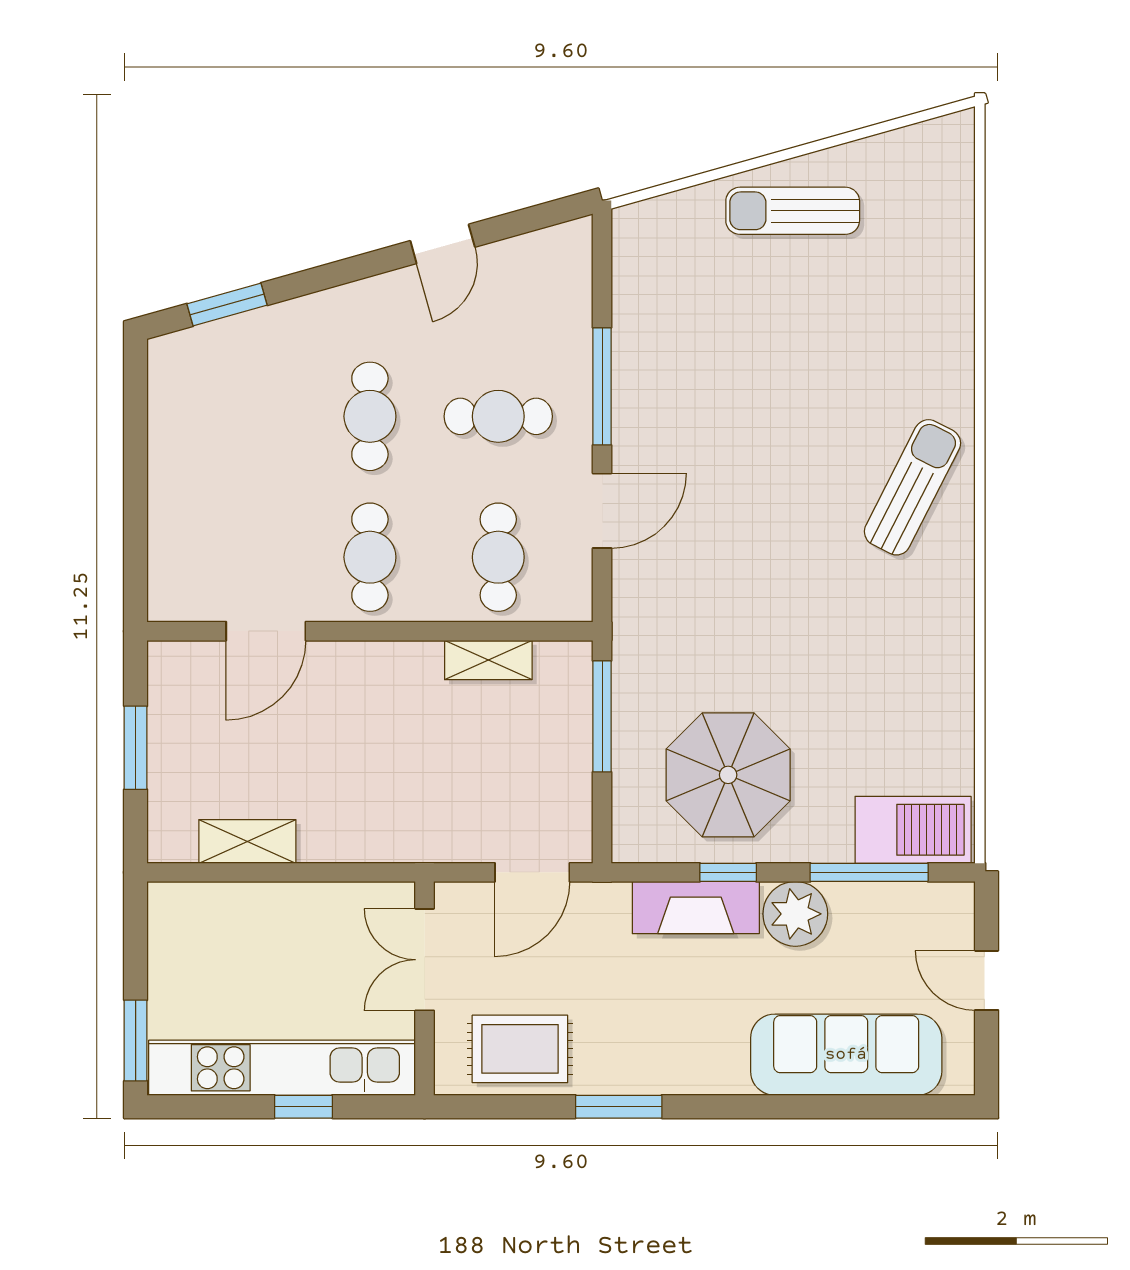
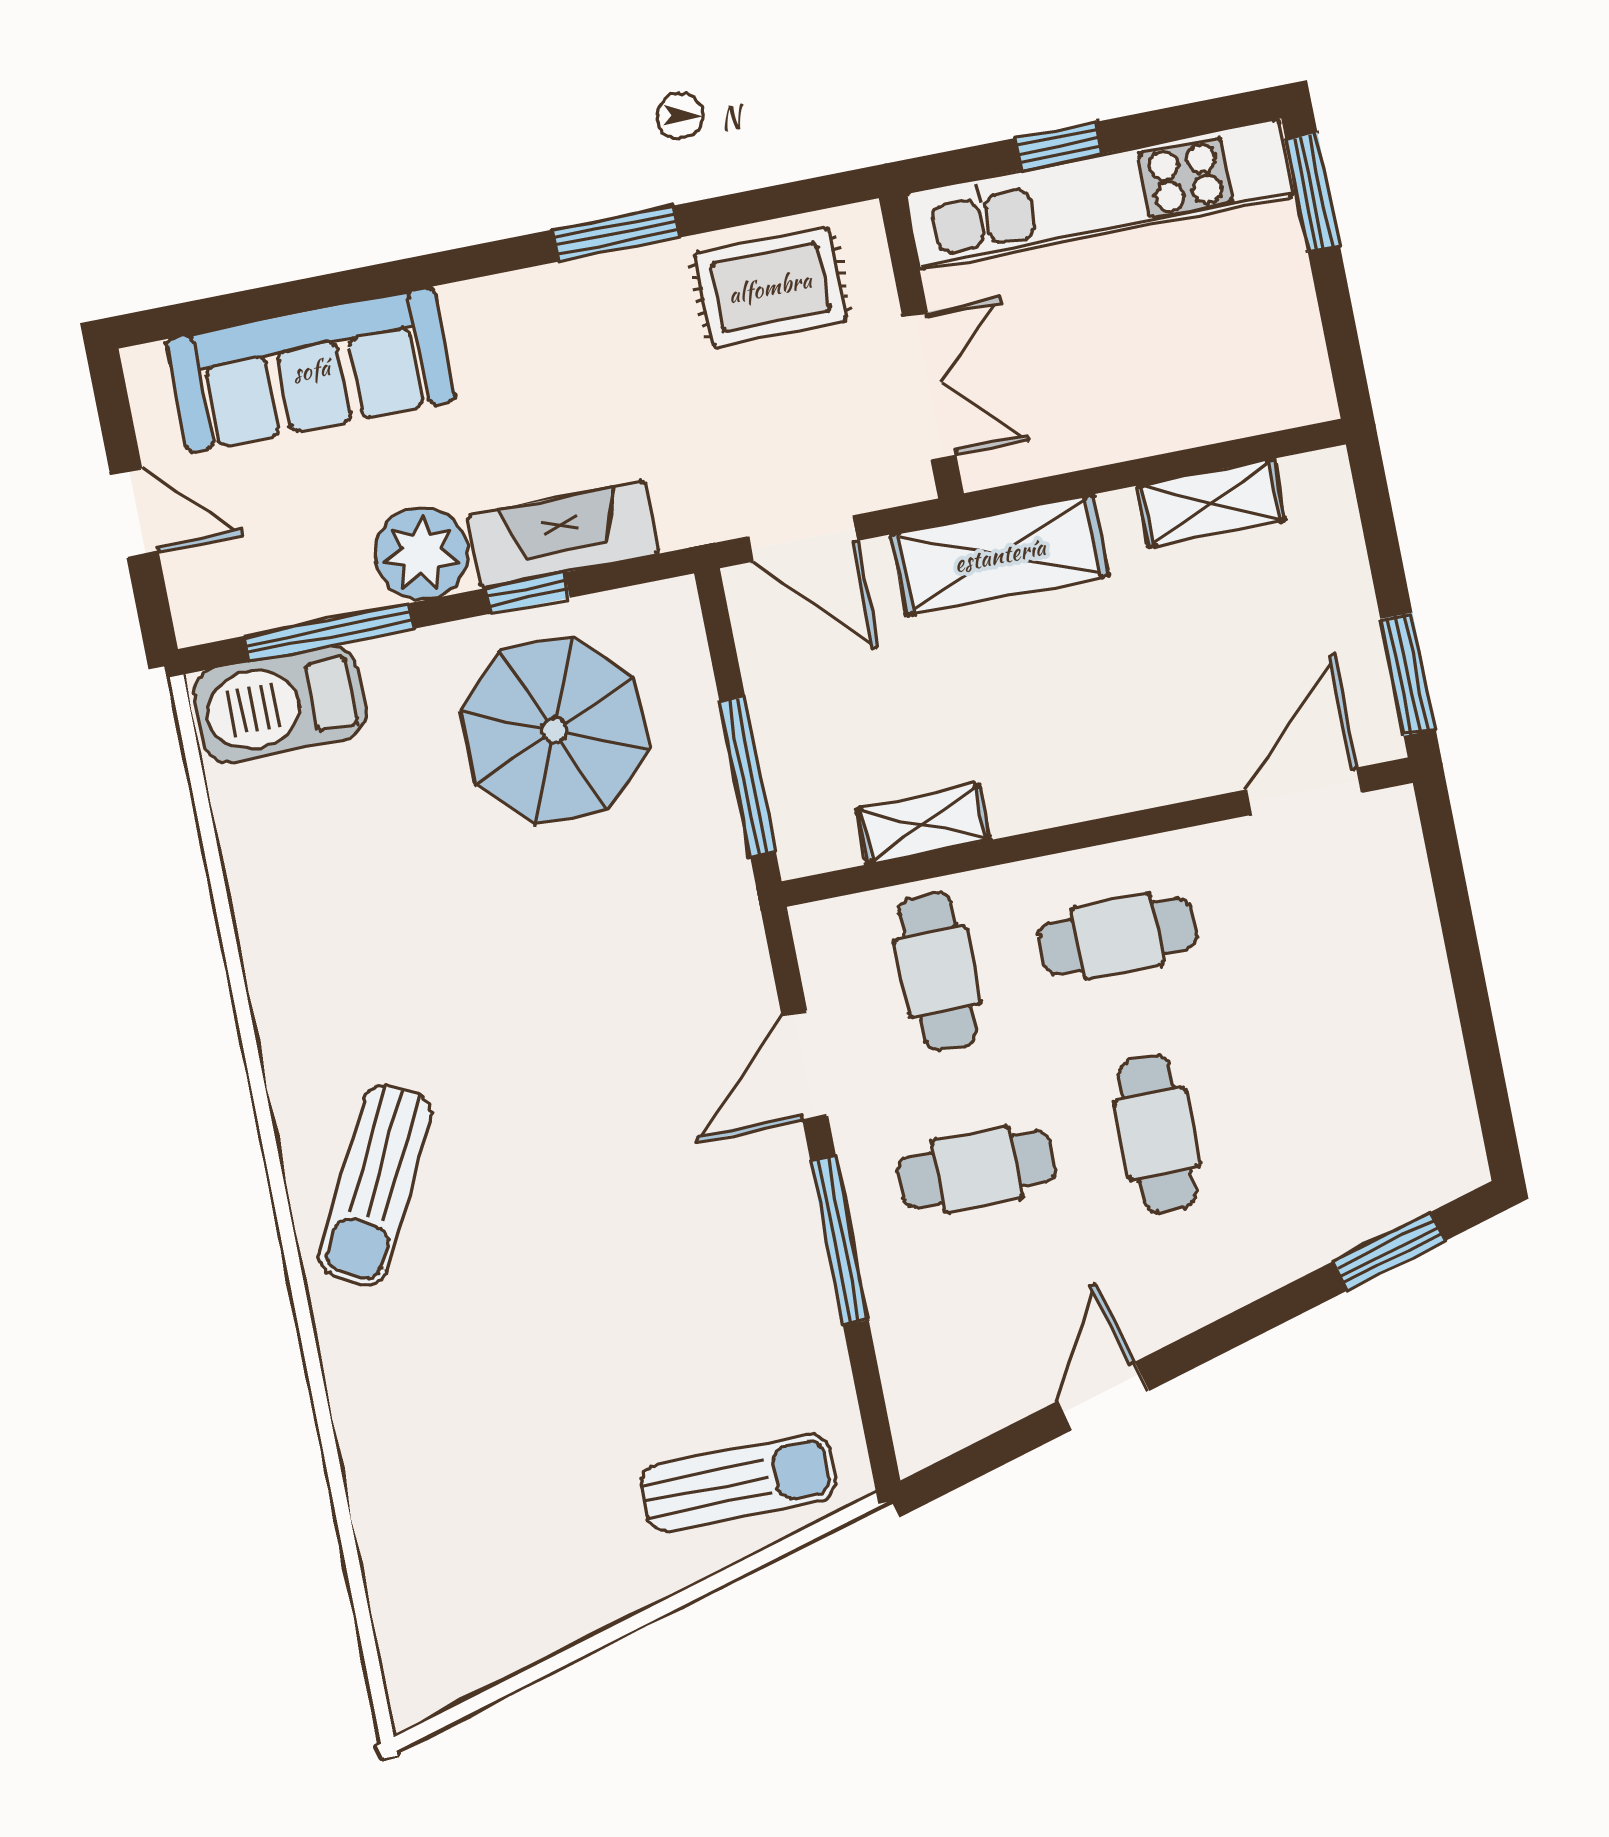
sun lounger: (793, 211) -> (738, 1483), moved
cafe table: (370, 557) -> (1118, 936), turned 90
door: (266, 631) -> (1304, 791), moved
window: (136, 748) -> (1408, 674), moved
shelving: (399, 834) -> (1000, 555), added
door: (532, 872) -> (802, 539), swing flipped

